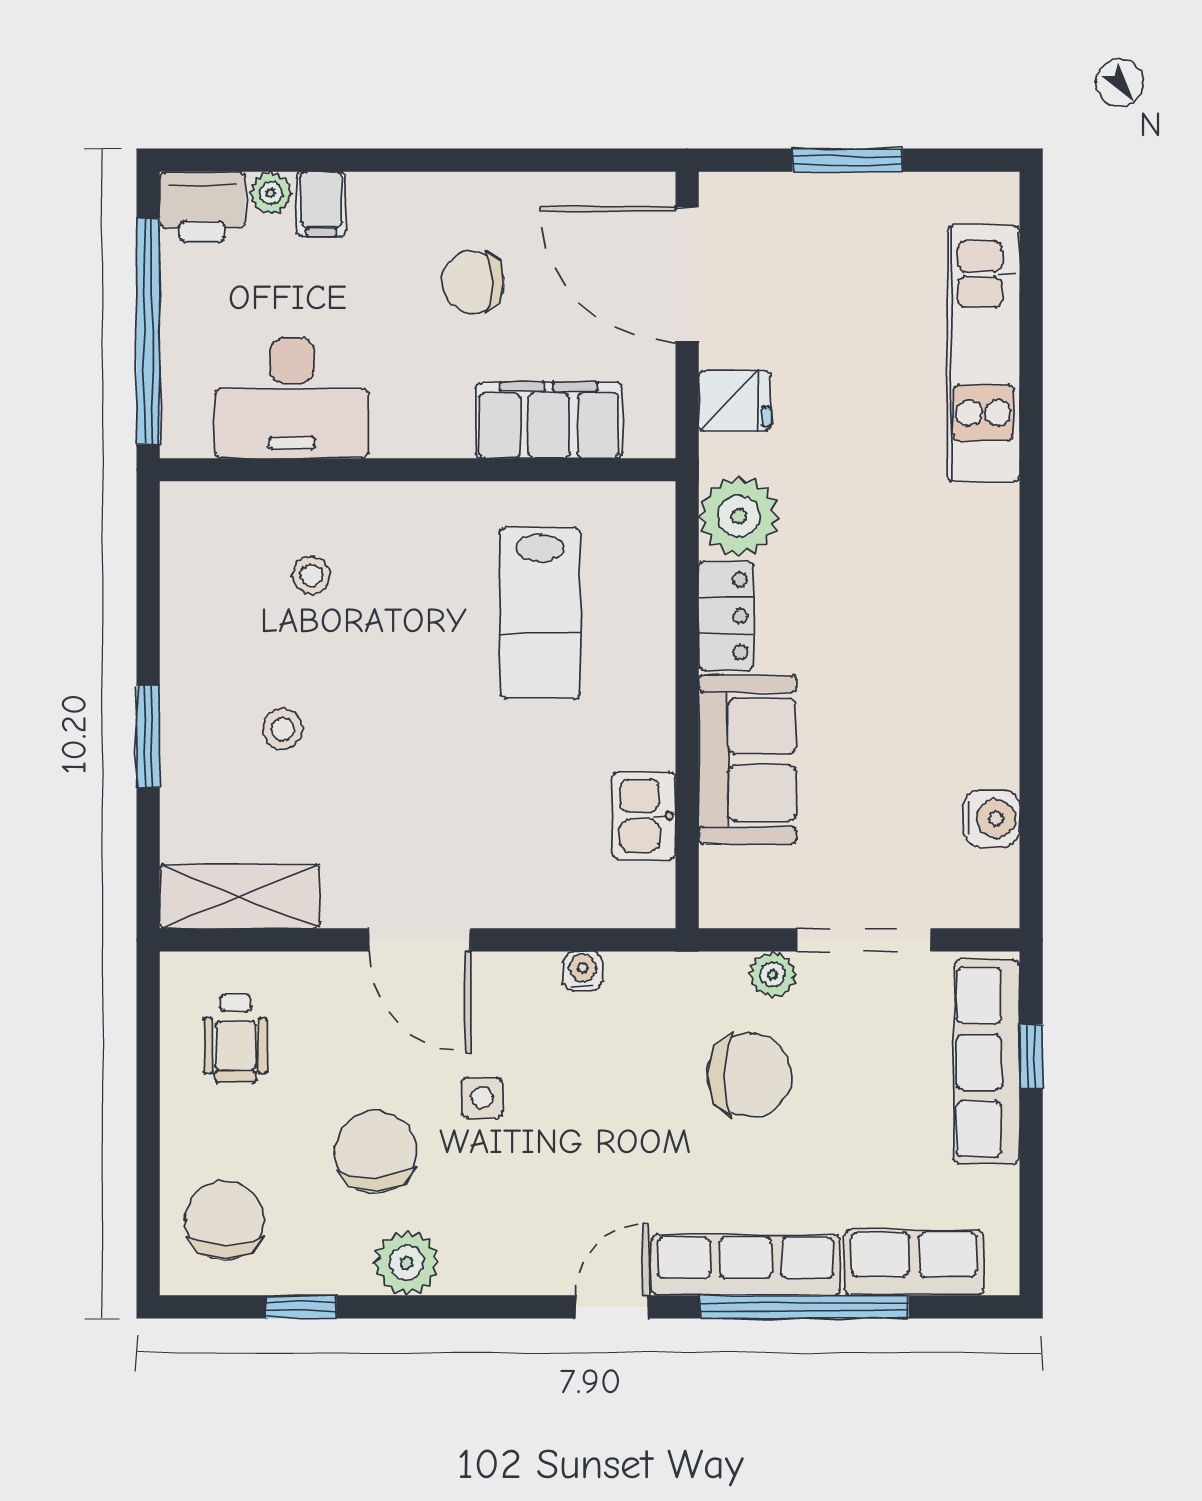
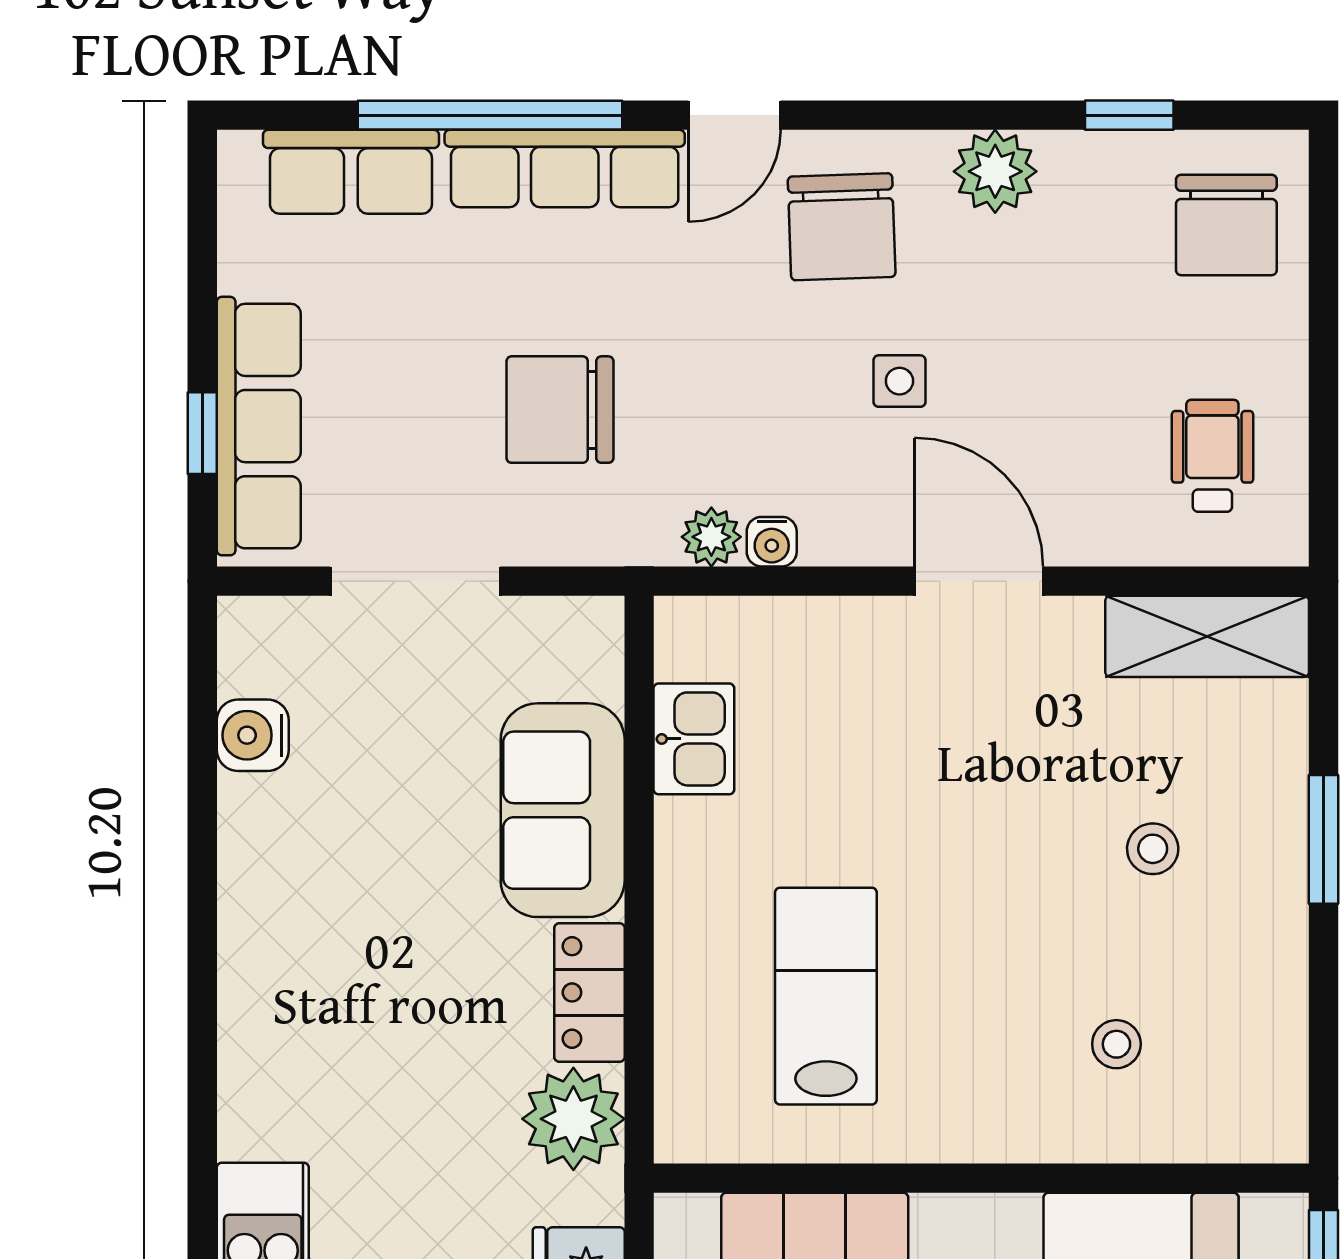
plant: (773, 975) -> (711, 537), moved
chair: (376, 1152) -> (842, 227), moved

